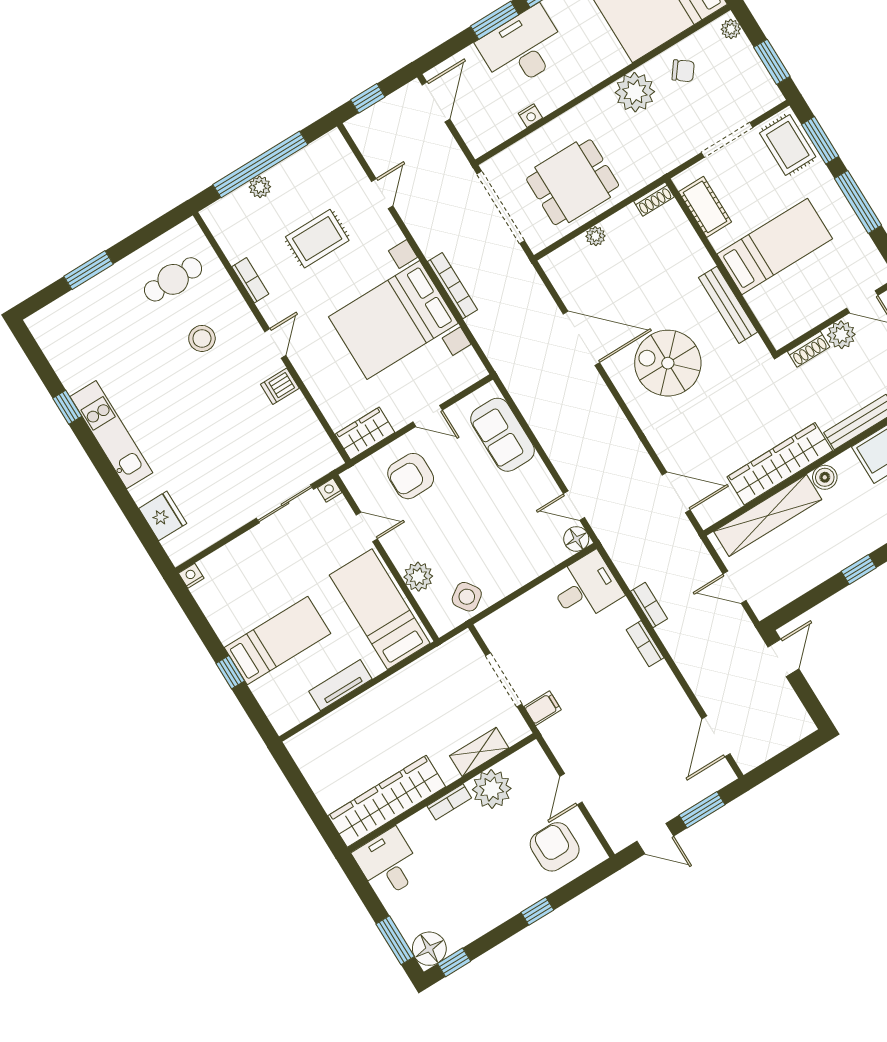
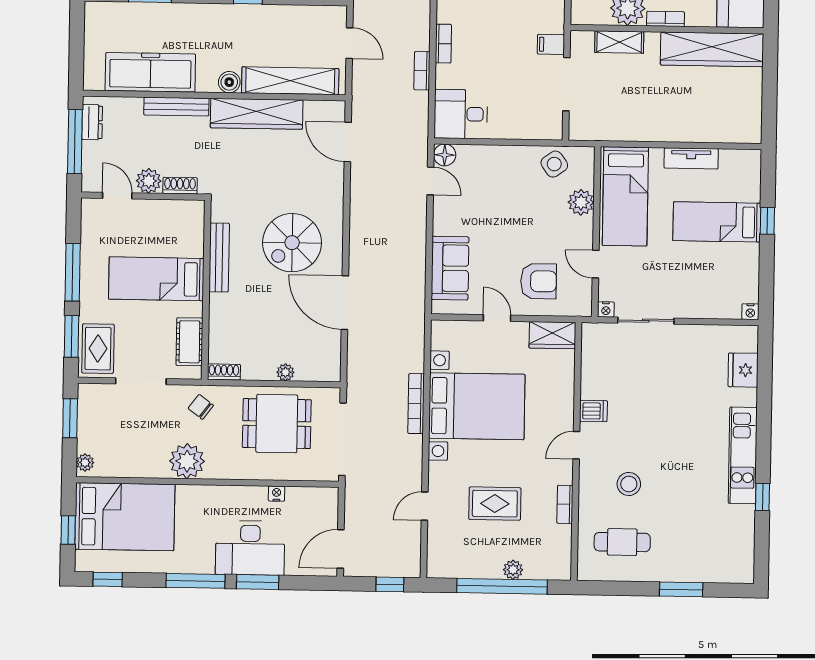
chair: (683, 71) -> (201, 407), moved
spiral stairs: (668, 363) -> (292, 243), turned 90

